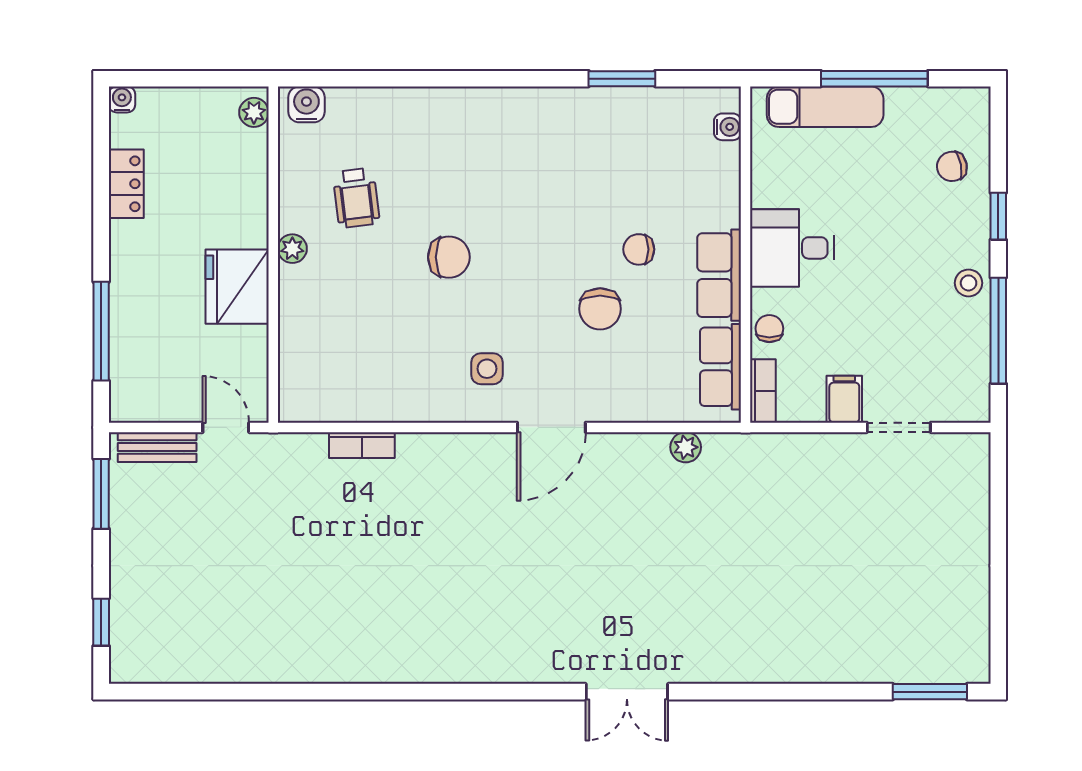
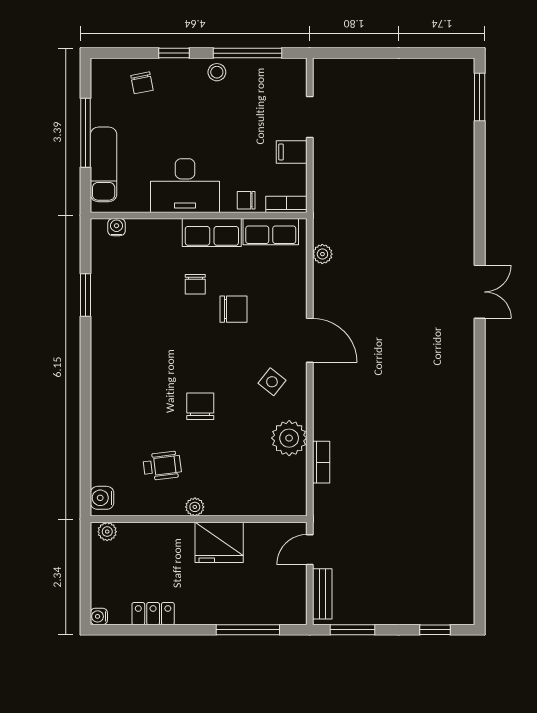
desk: (792, 248) -> (185, 186), width x1.37
side table: (487, 369) -> (272, 382), turned 38
plant: (399, 395) -> (289, 438), added

